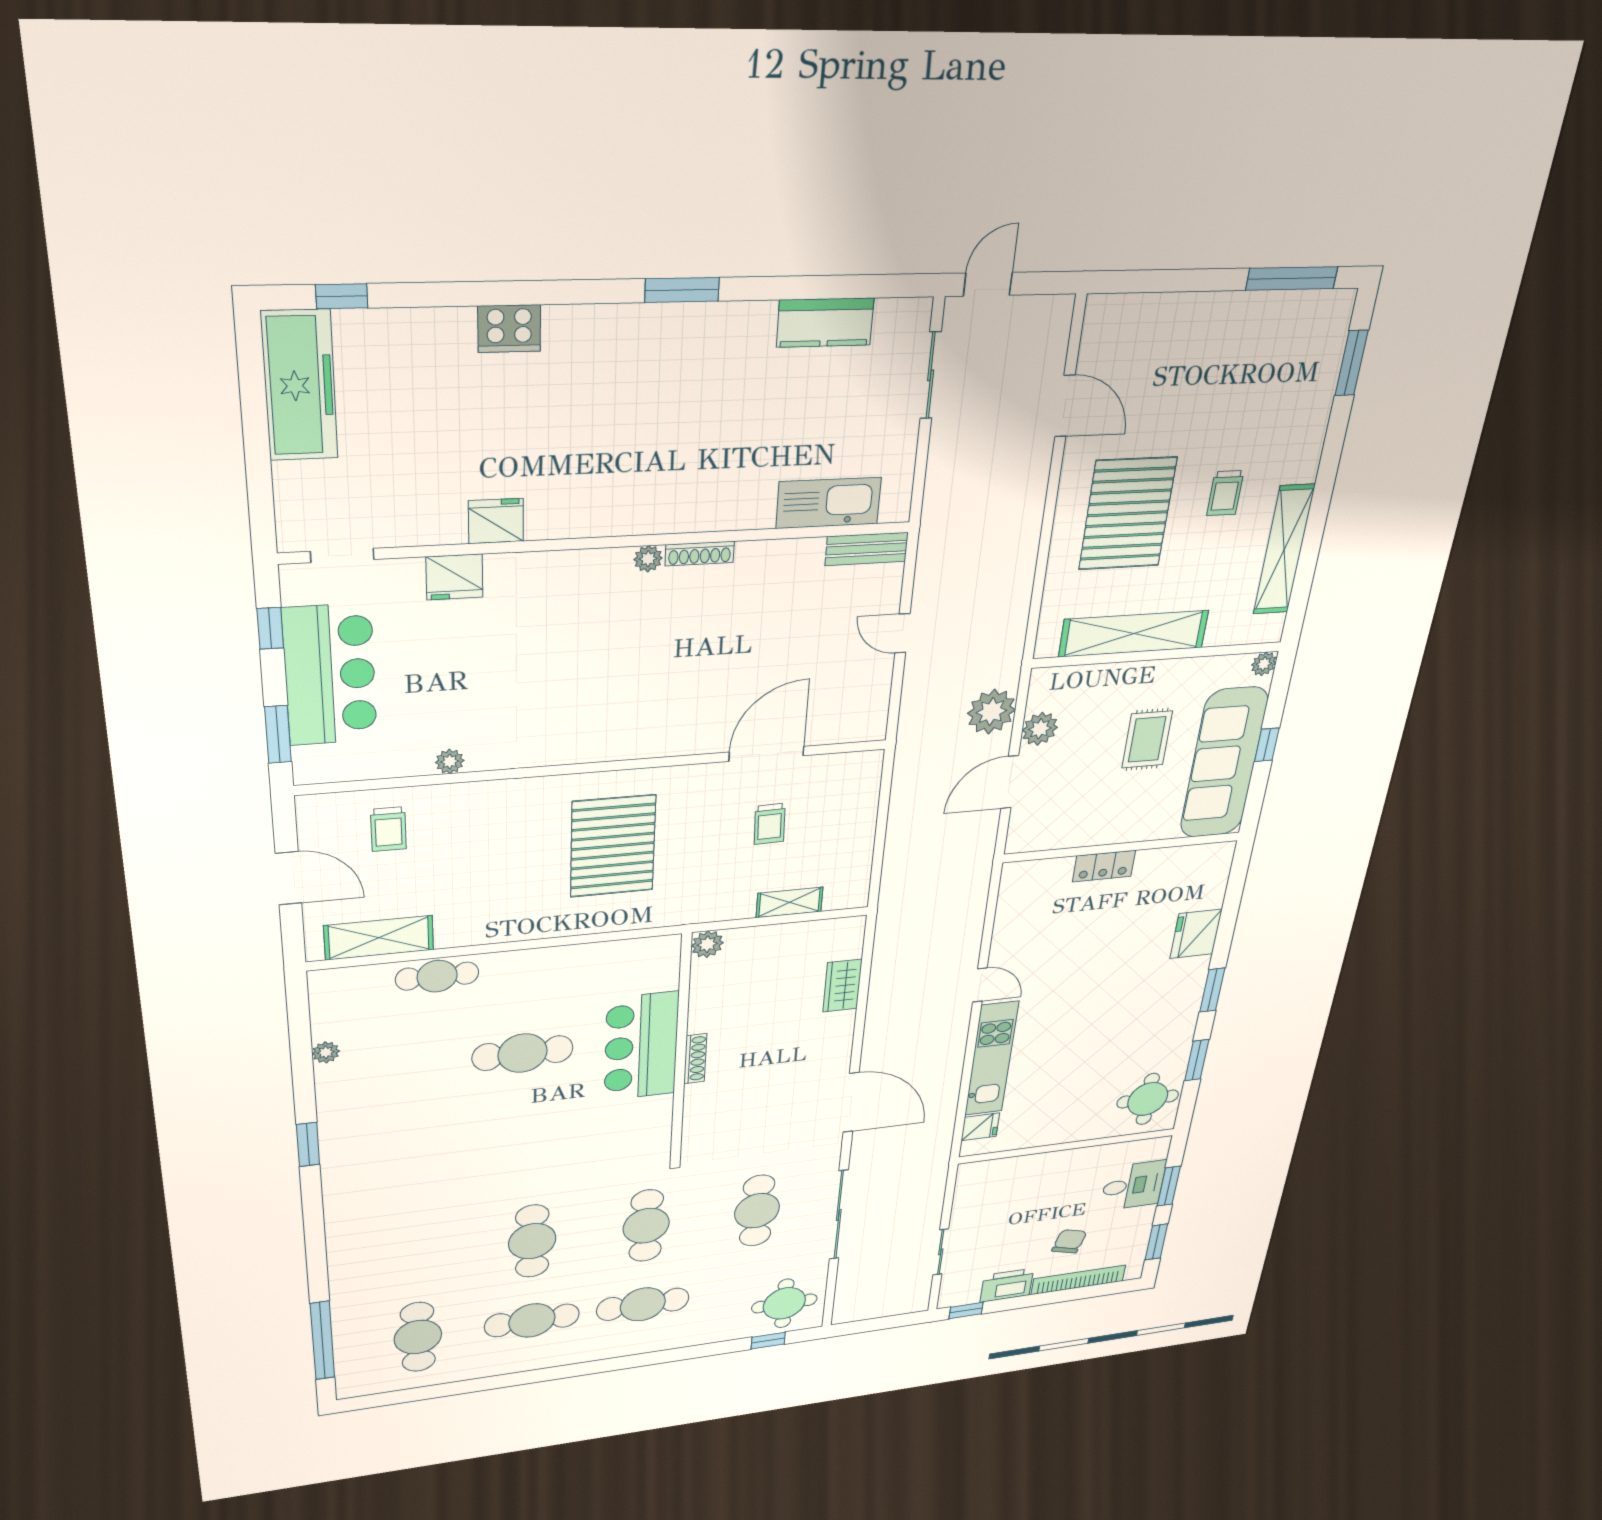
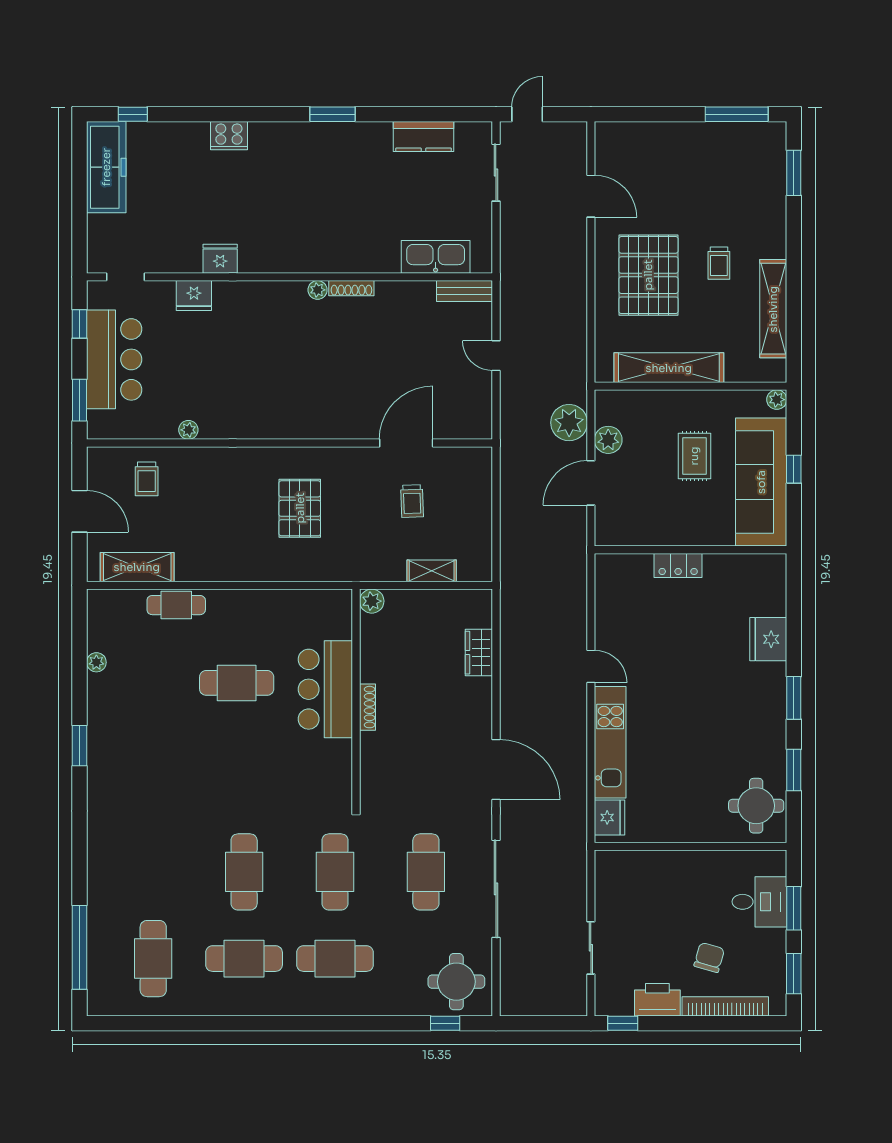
pallet: (613, 846) -> (300, 508), width x0.73, depth x0.71
fridge: (980, 1127) -> (610, 817), width x1.38

